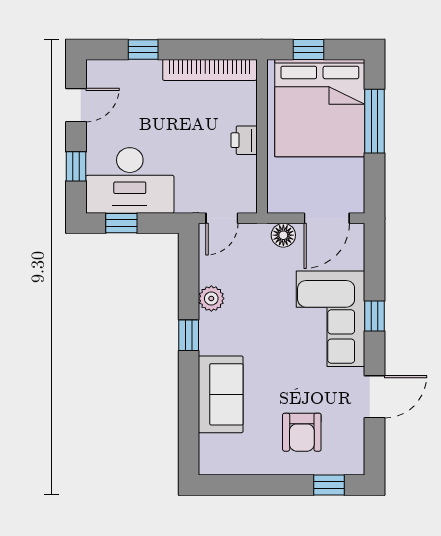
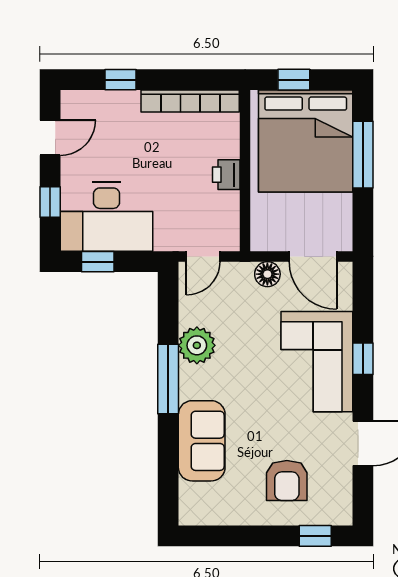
door: (327, 218) -> (313, 256), hinge flipped
plant: (211, 298) -> (197, 345), width x1.36, depth x1.36
window: (189, 335) -> (168, 379), width x2.17

